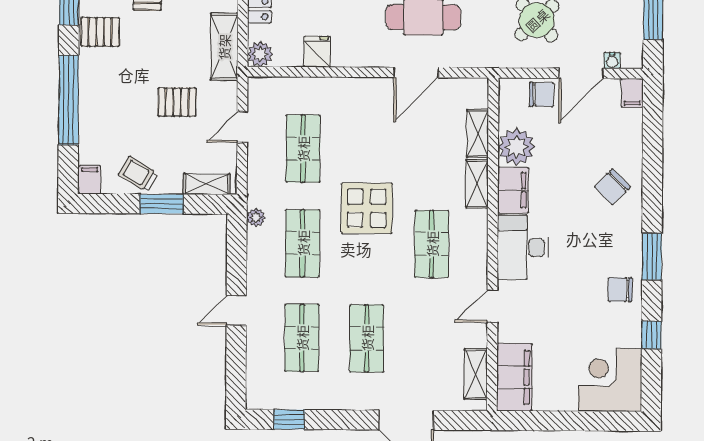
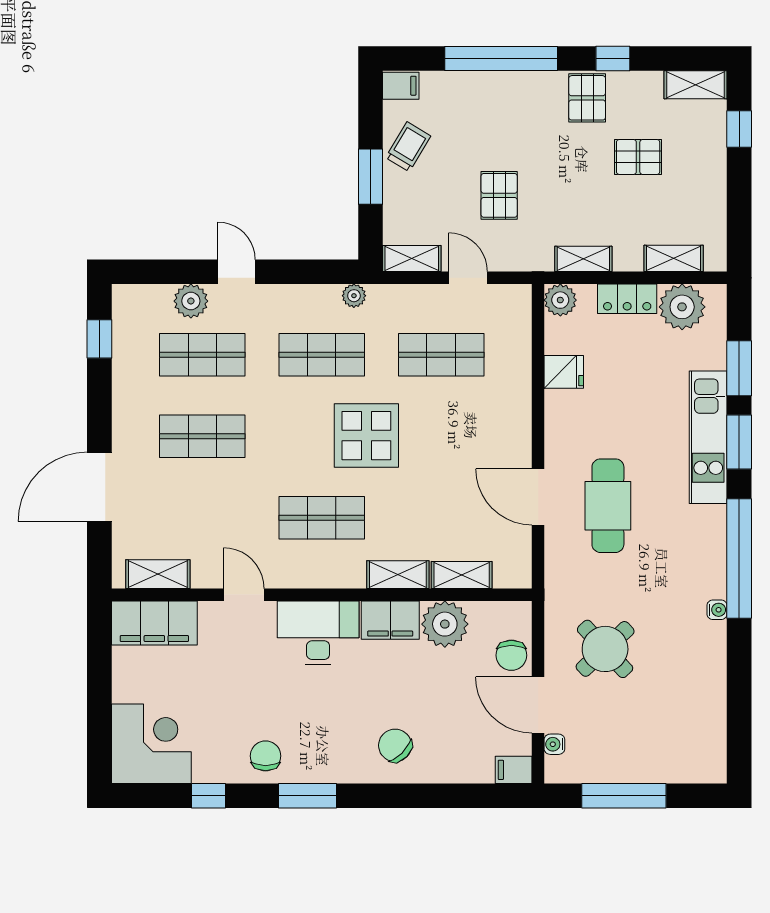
shelving: (224, 47) -> (583, 259), width x0.67, depth x0.75
shelving: (207, 184) -> (412, 259), moved, turned 90
plant: (259, 347) -> (191, 301), added

